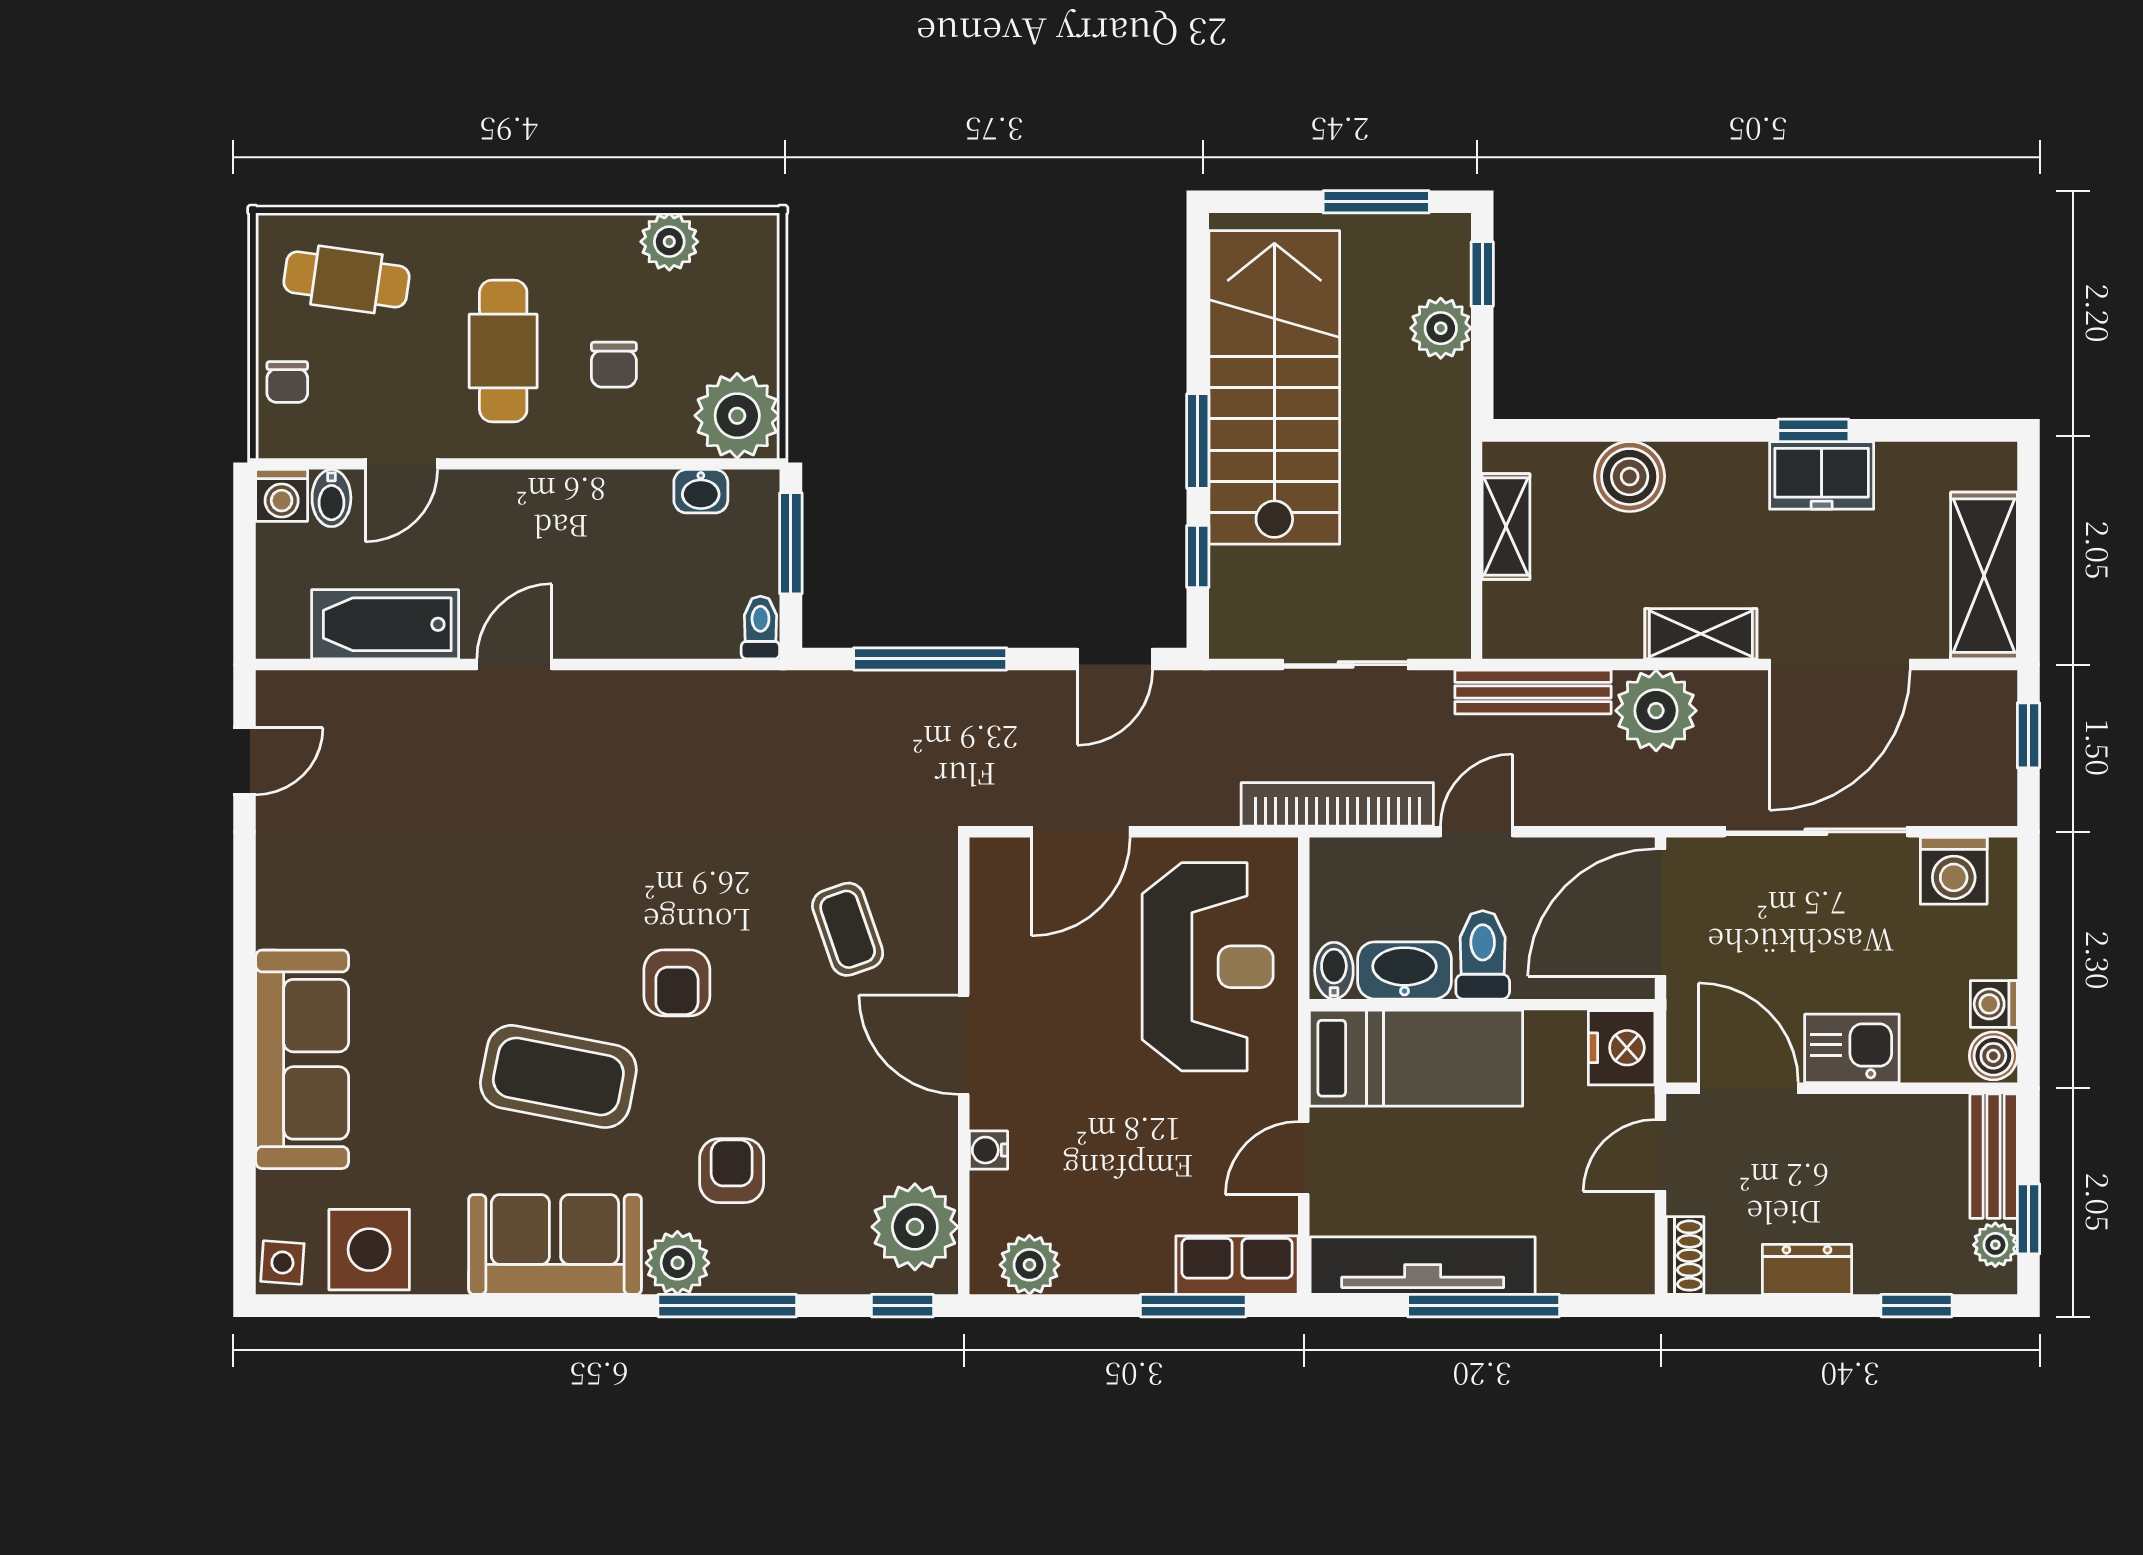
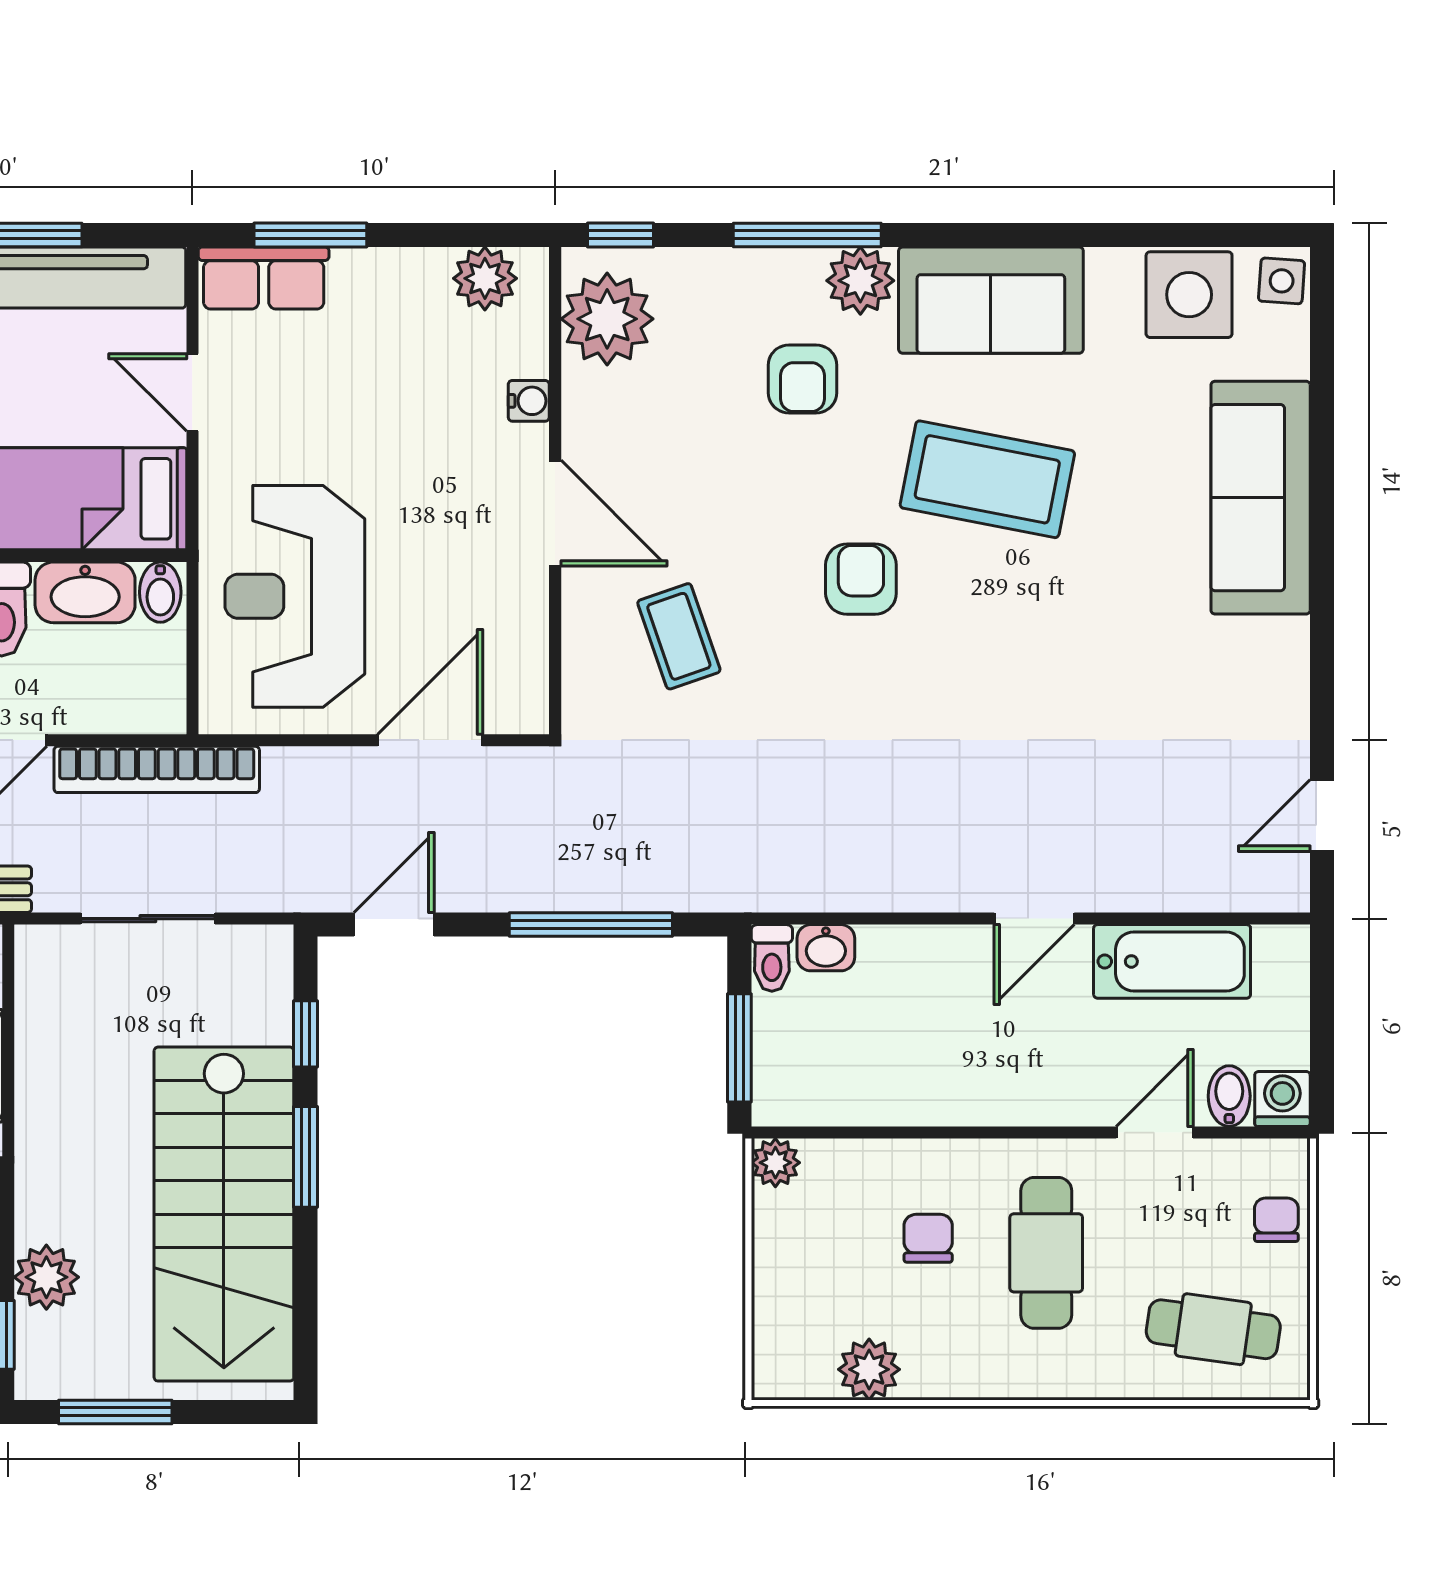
plant: (737, 416) -> (775, 1163), width x0.53, depth x0.53
washbasin: (701, 491) -> (826, 948), moved, turned 180
door: (1304, 1158) -> (192, 392), swing flipped

